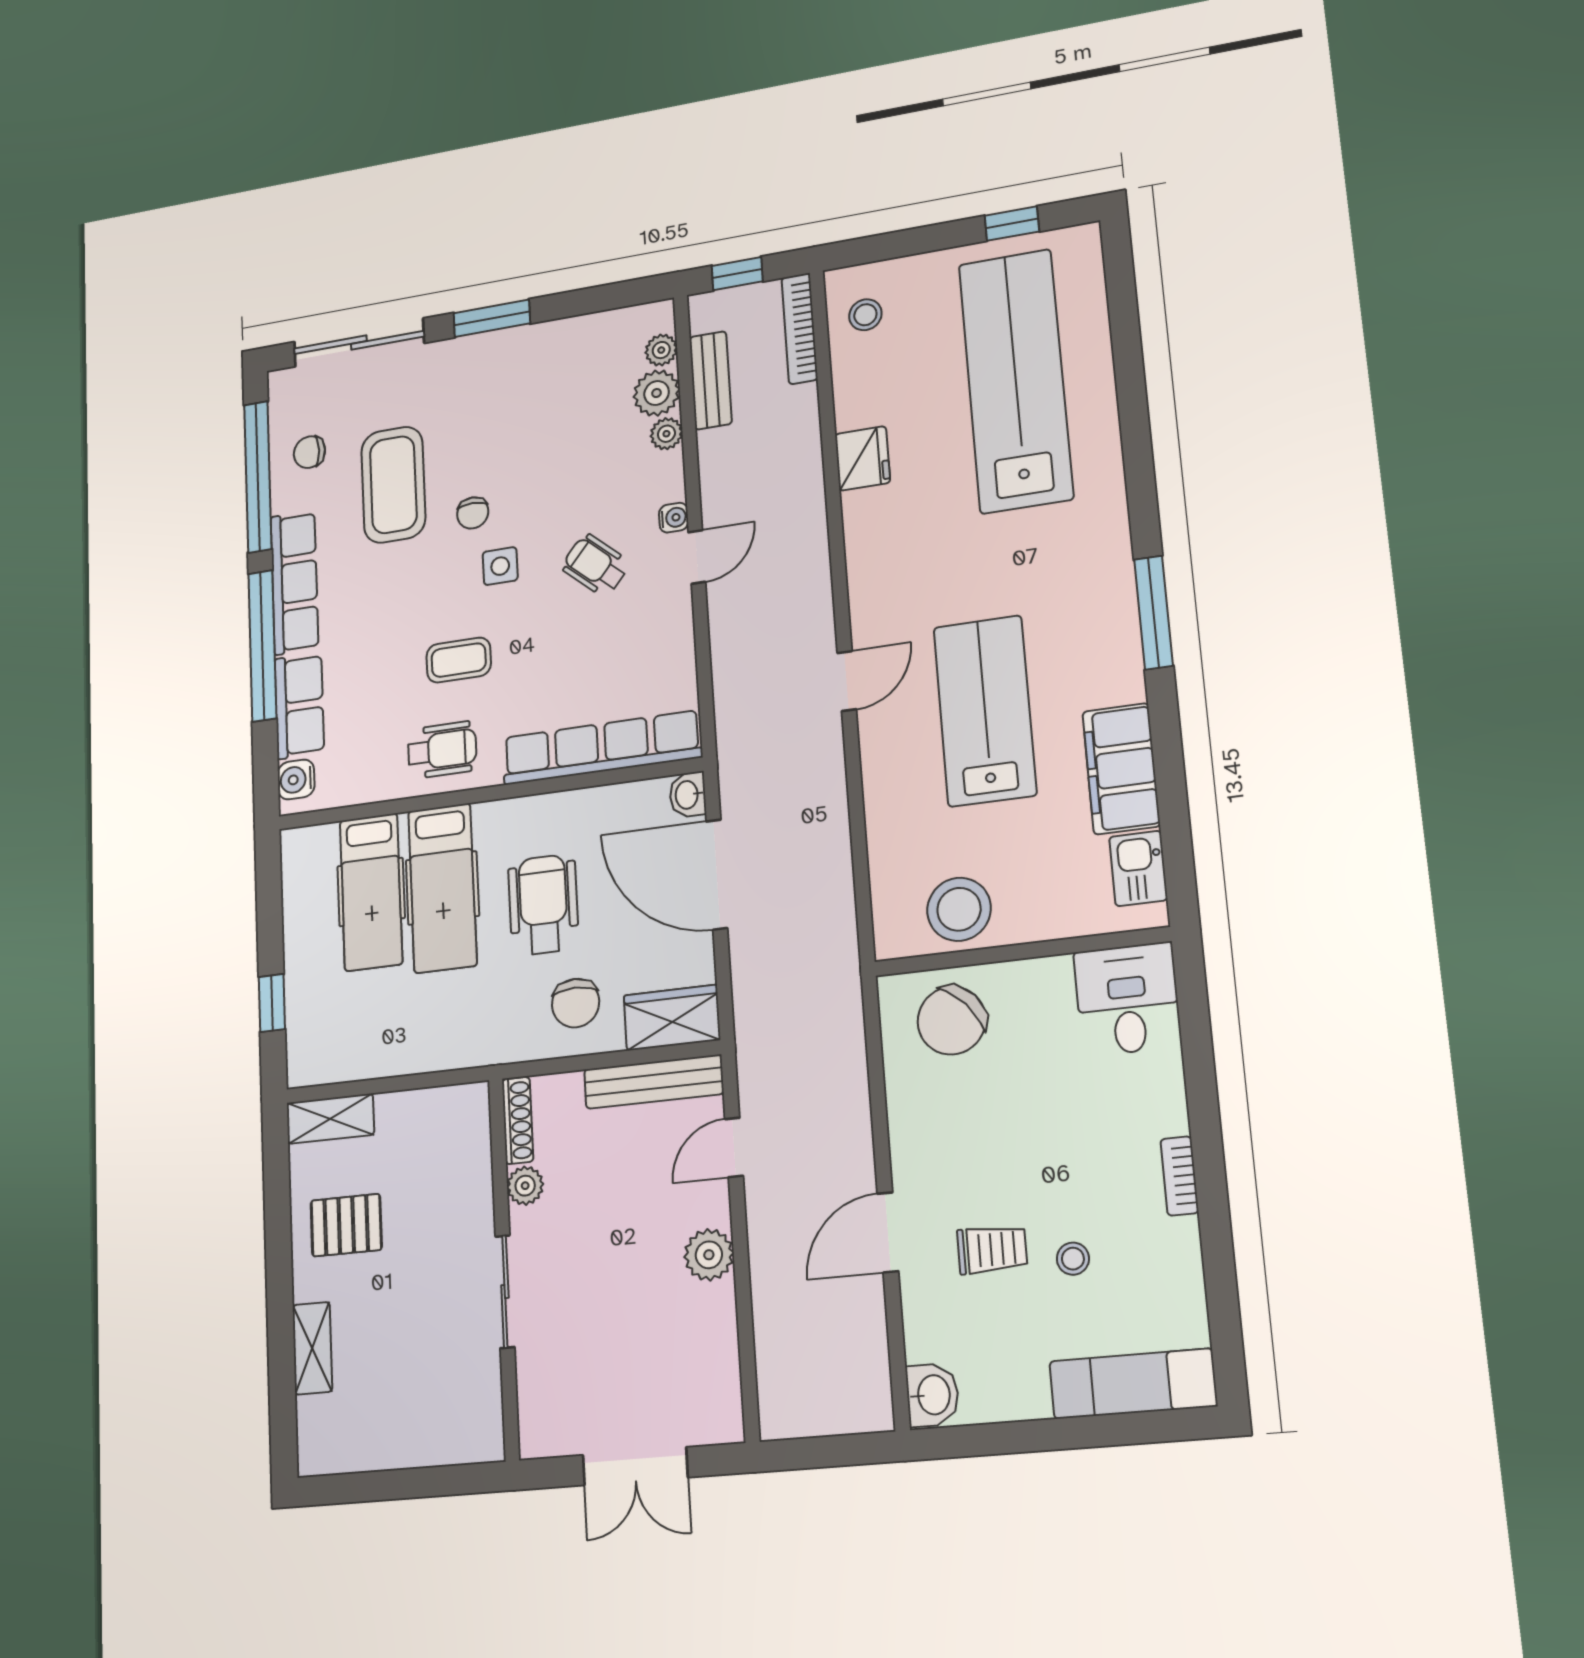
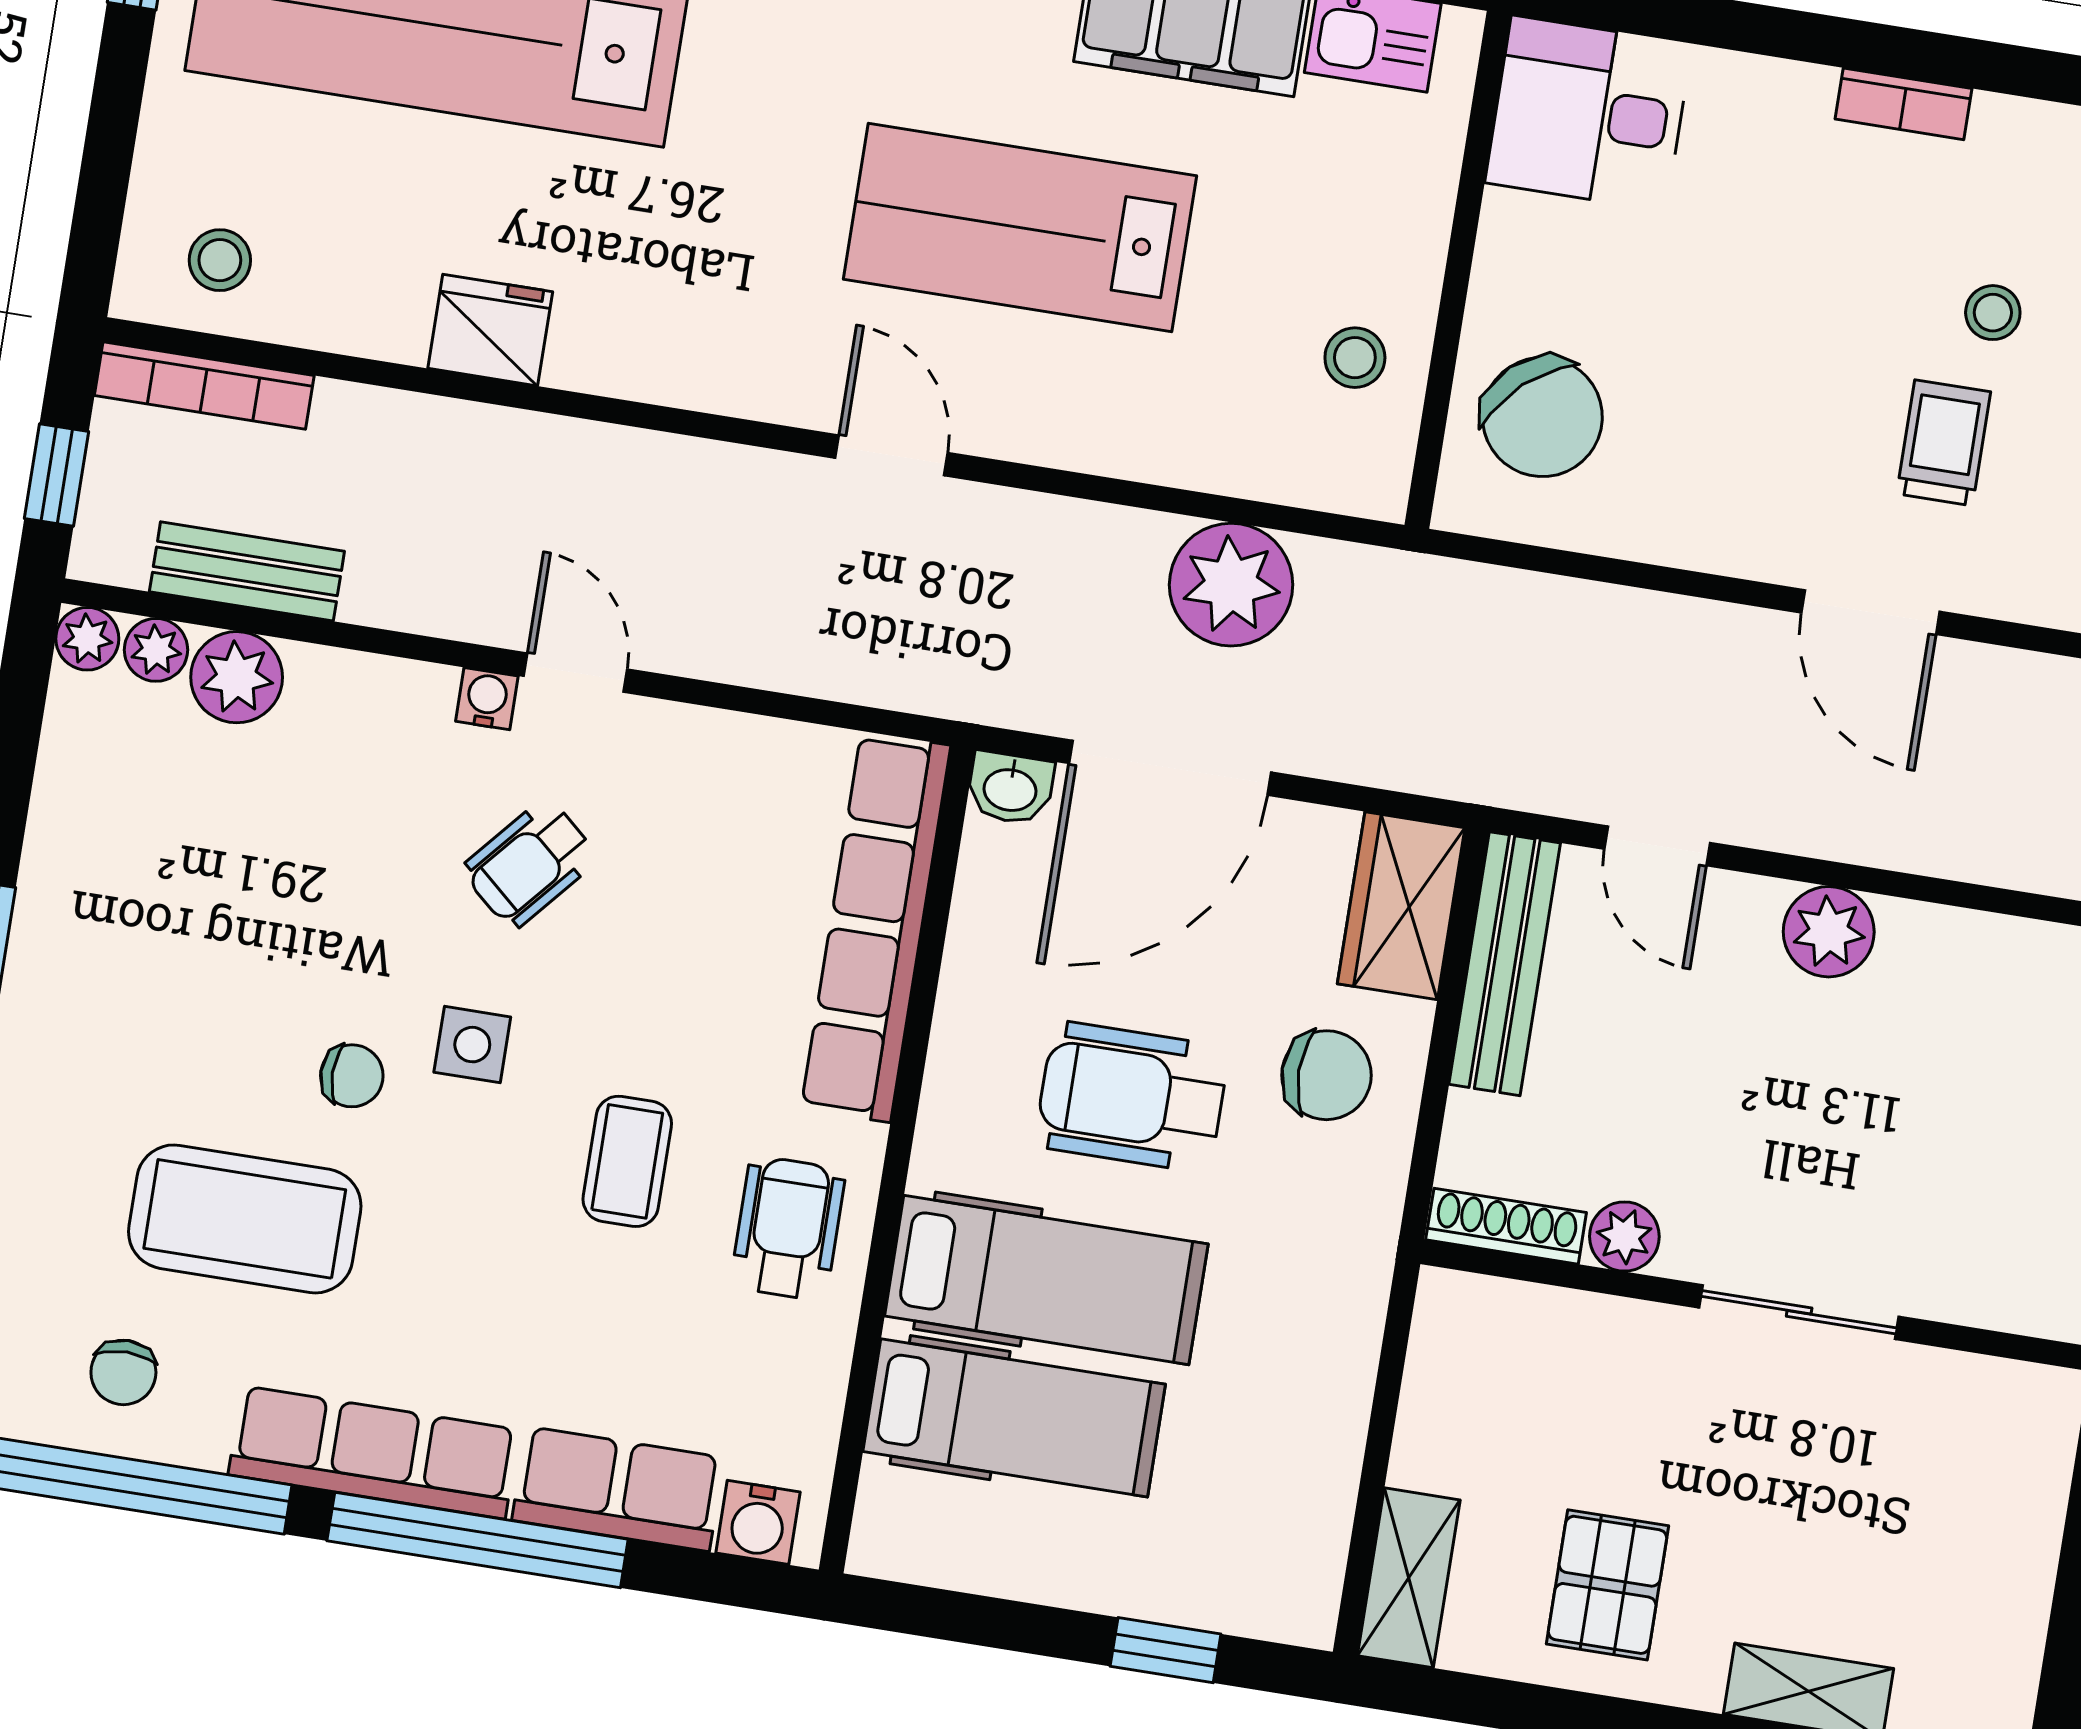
plant: (666, 434) -> (87, 639), moved
plant: (821, 878) -> (1231, 585), added
stool: (959, 909) -> (1355, 358), width x0.53, depth x0.53

